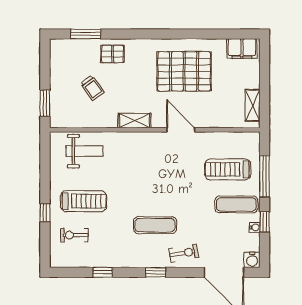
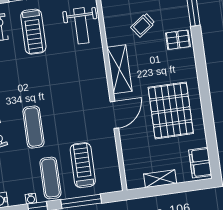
pallet: (113, 54) -> (178, 40), turned 90
shelving: (253, 105) -> (160, 179), moved
shelving: (135, 121) -> (119, 69), width x1.50, depth x1.33
exercise mat: (155, 225) -> (33, 127), moved

